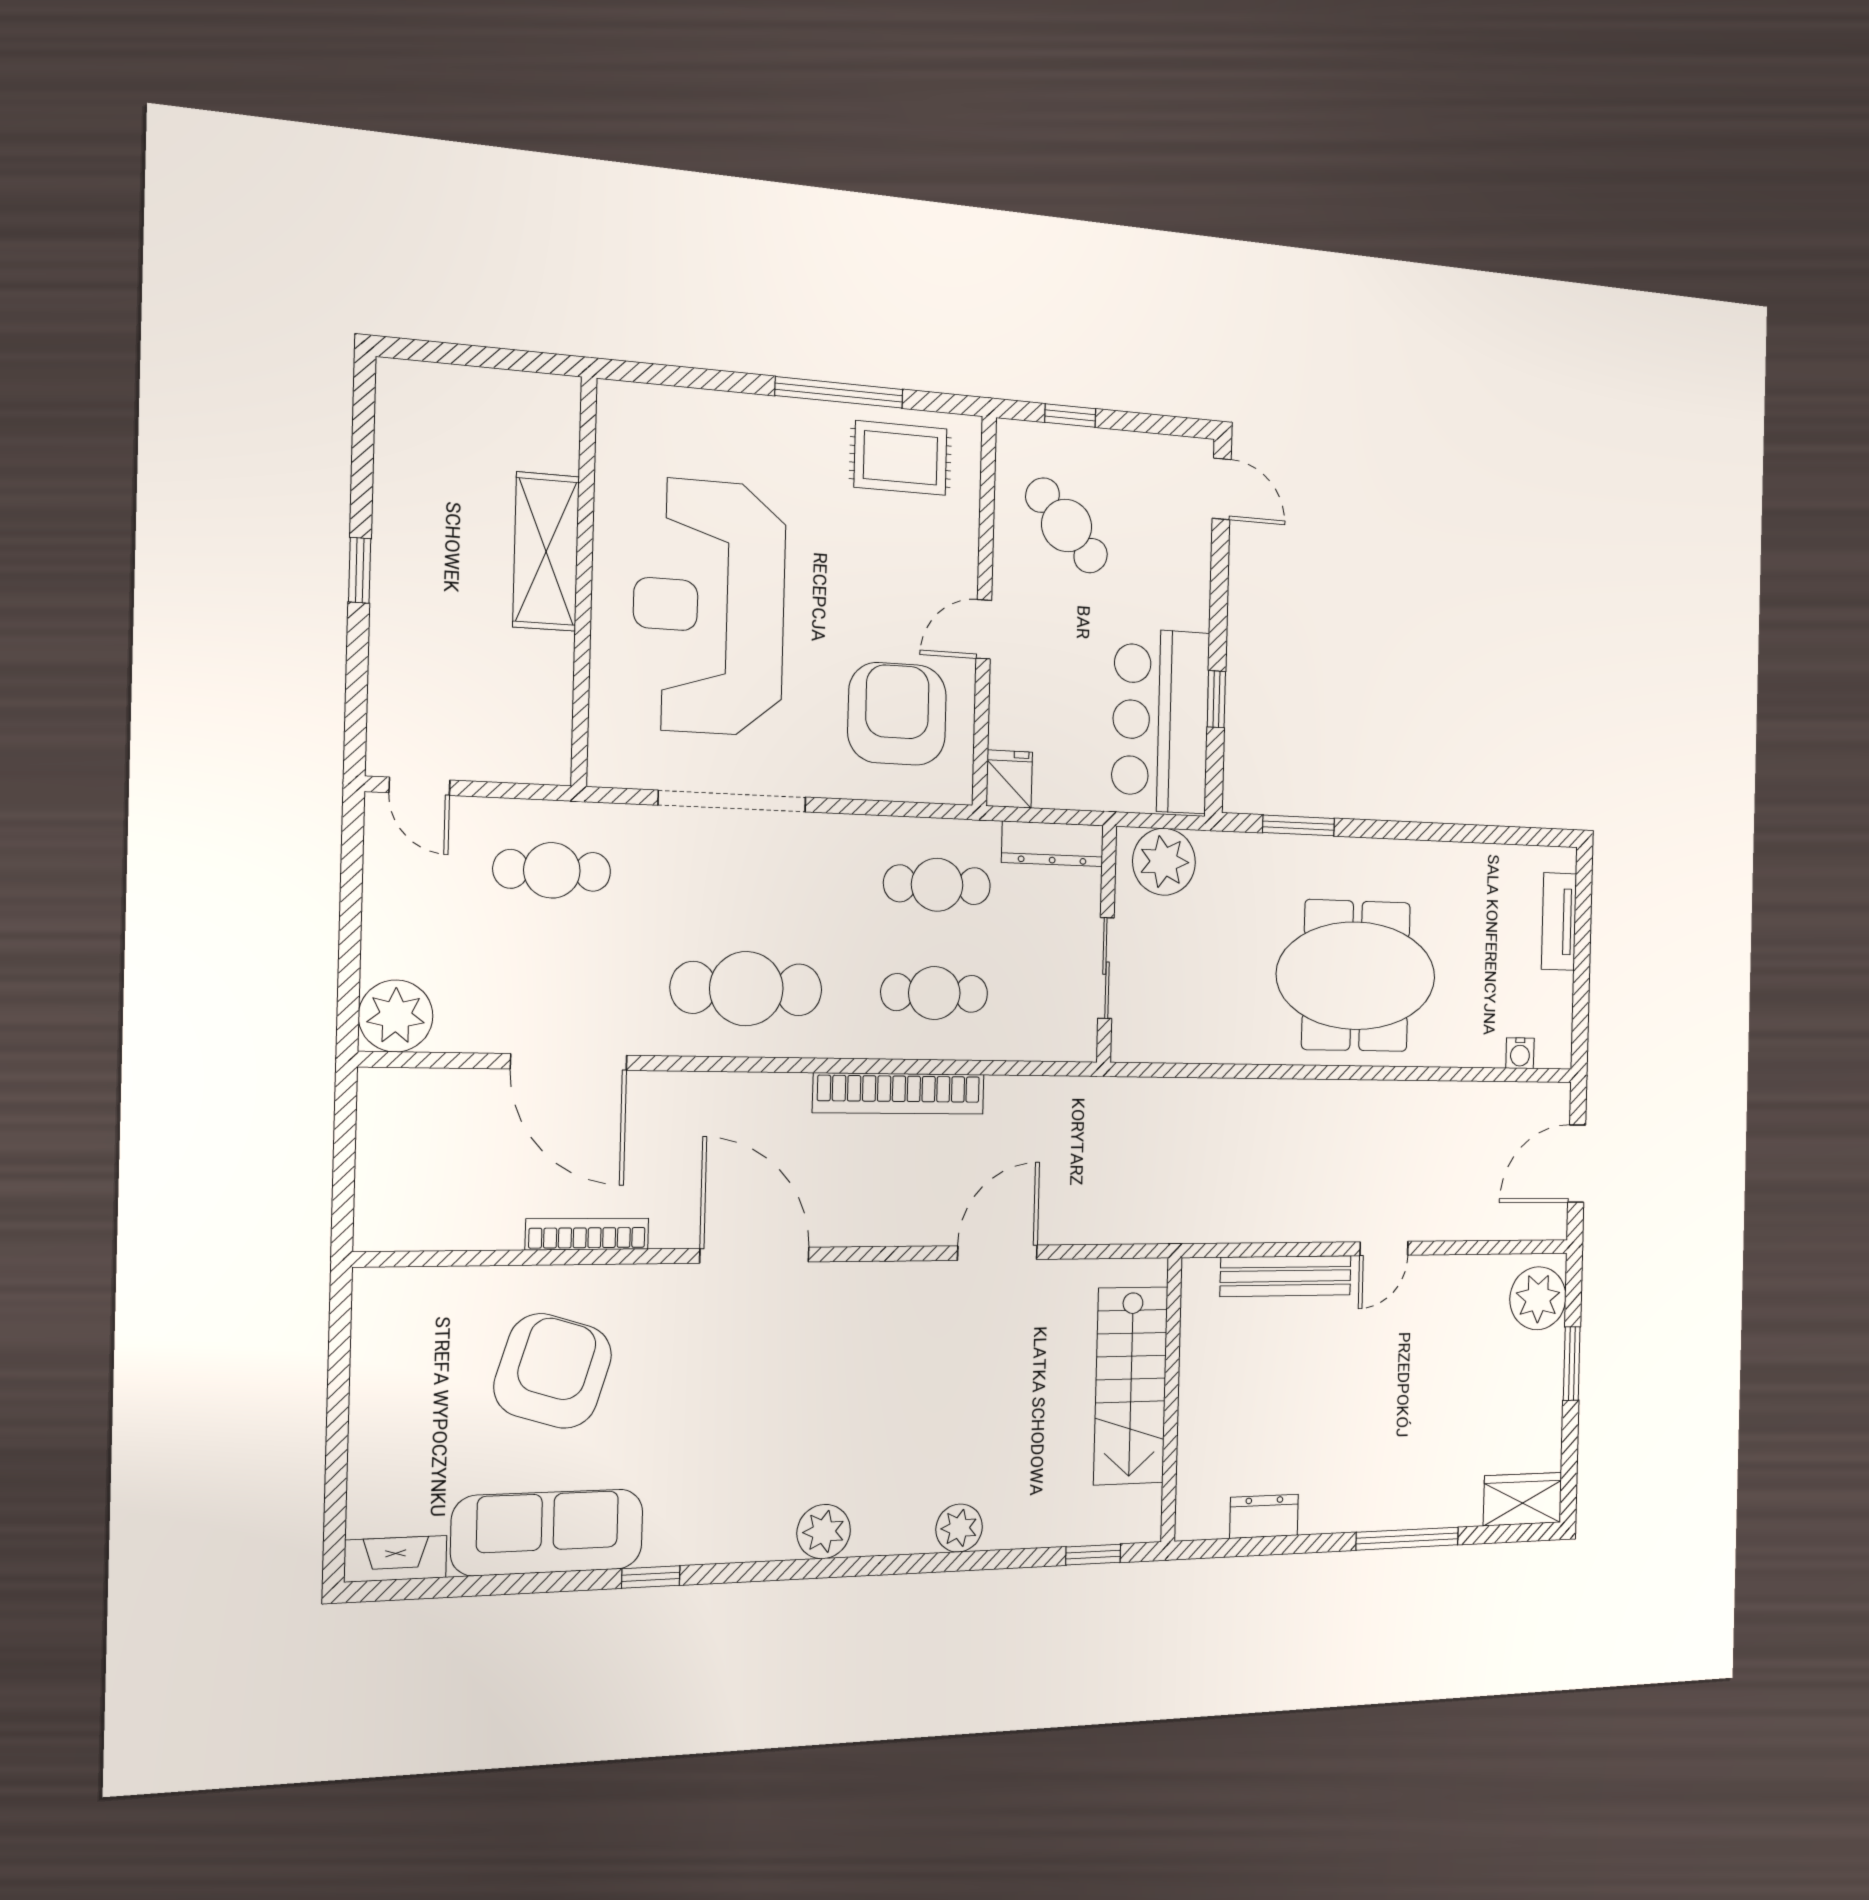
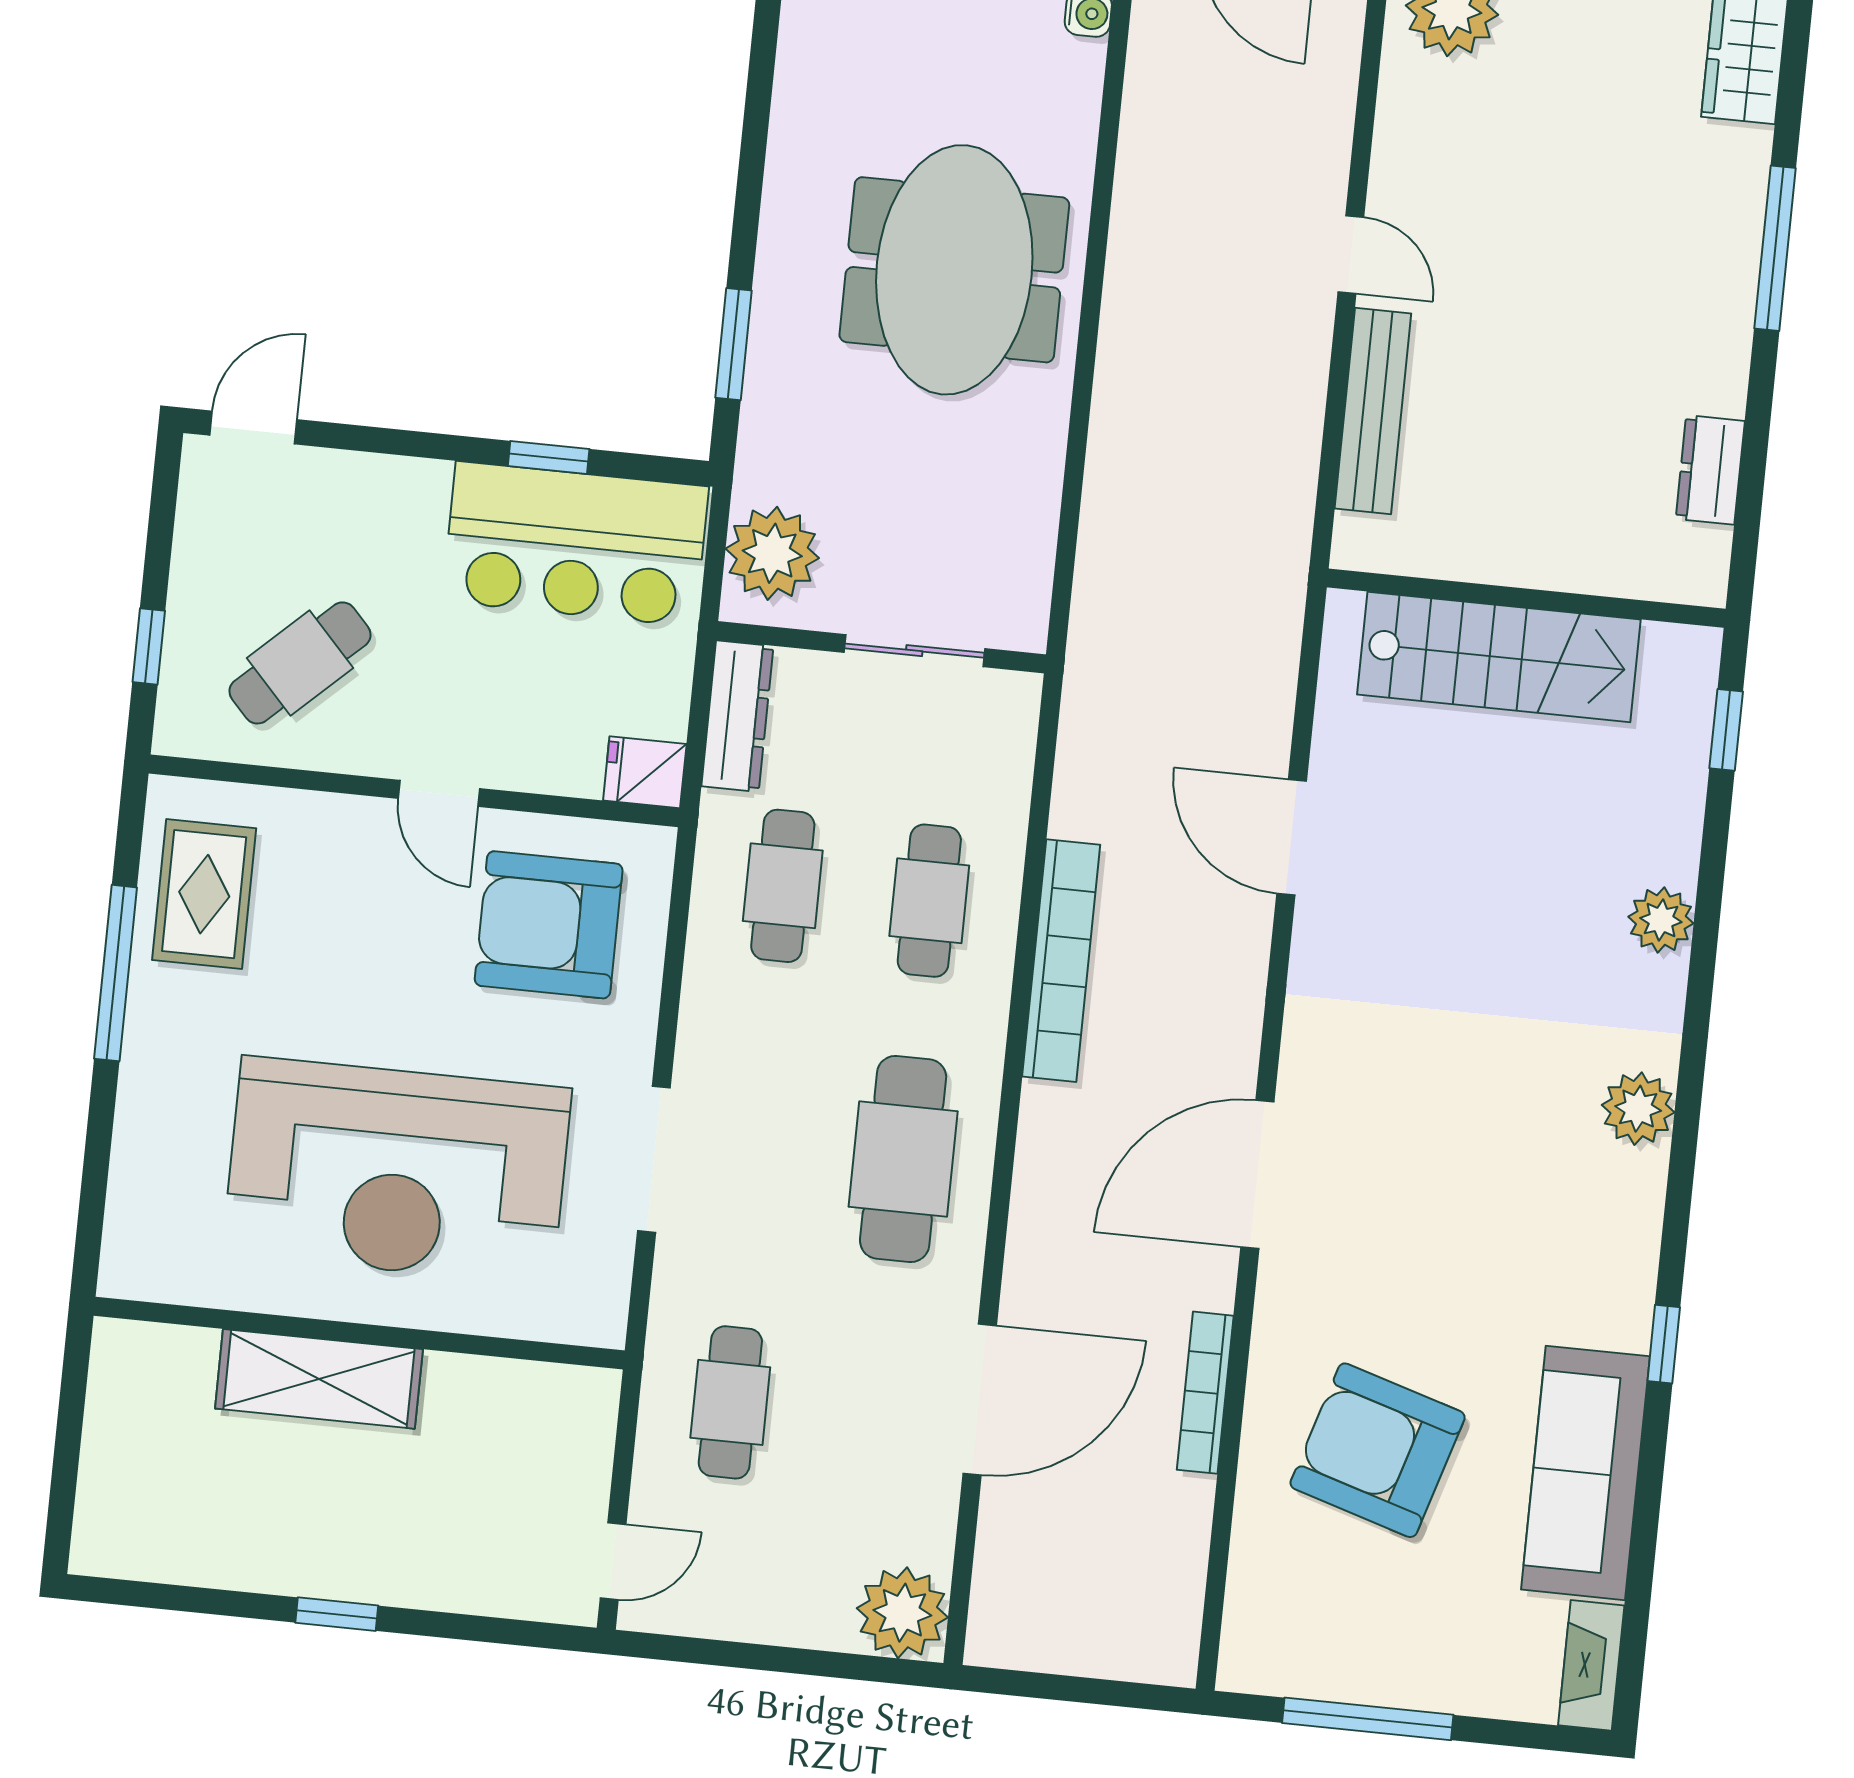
doorway: (732, 801) -> (654, 1159), width x0.73
window: (338, 1390) -> (1368, 1719), added

